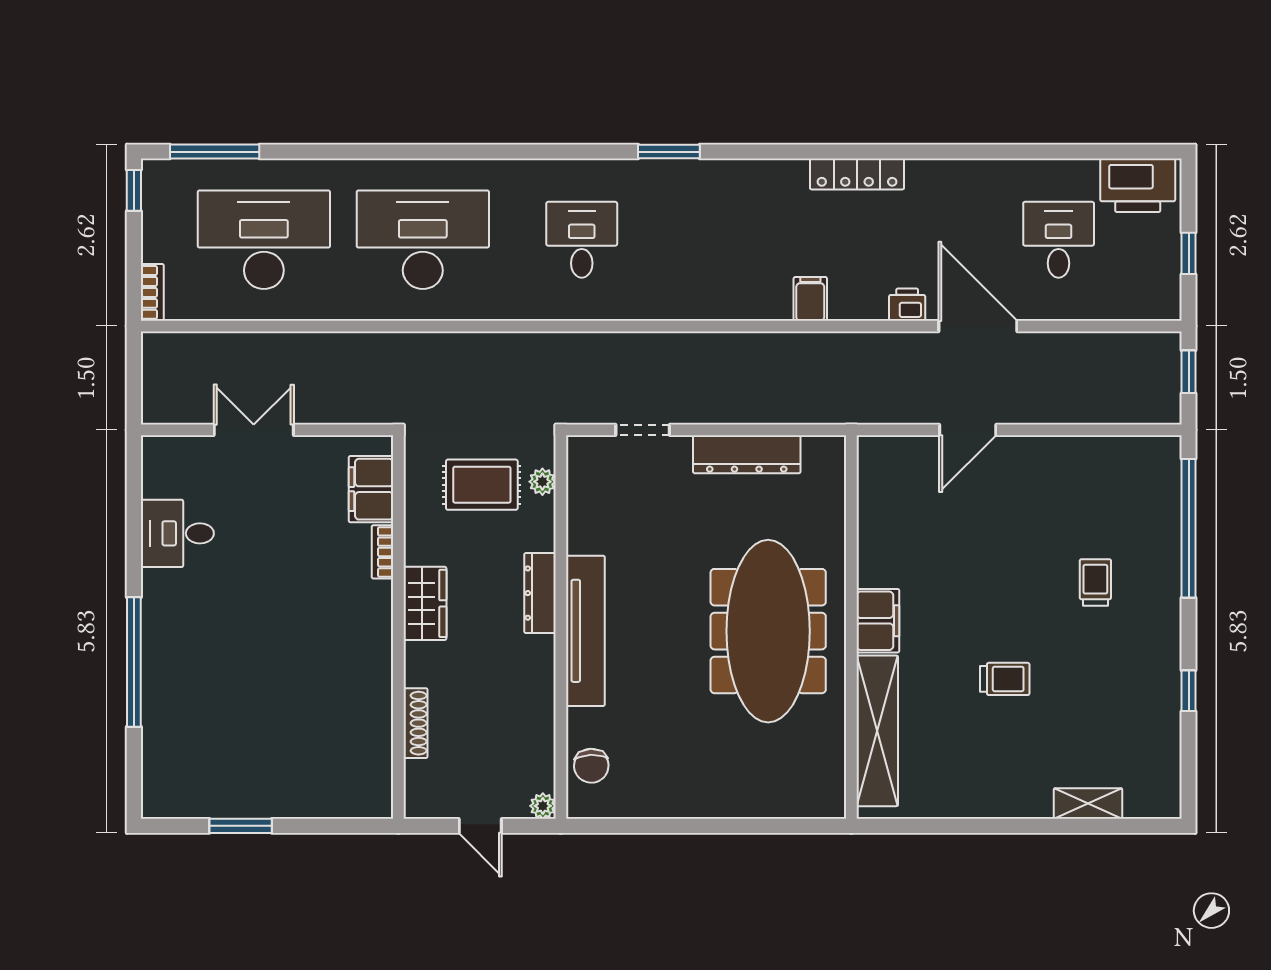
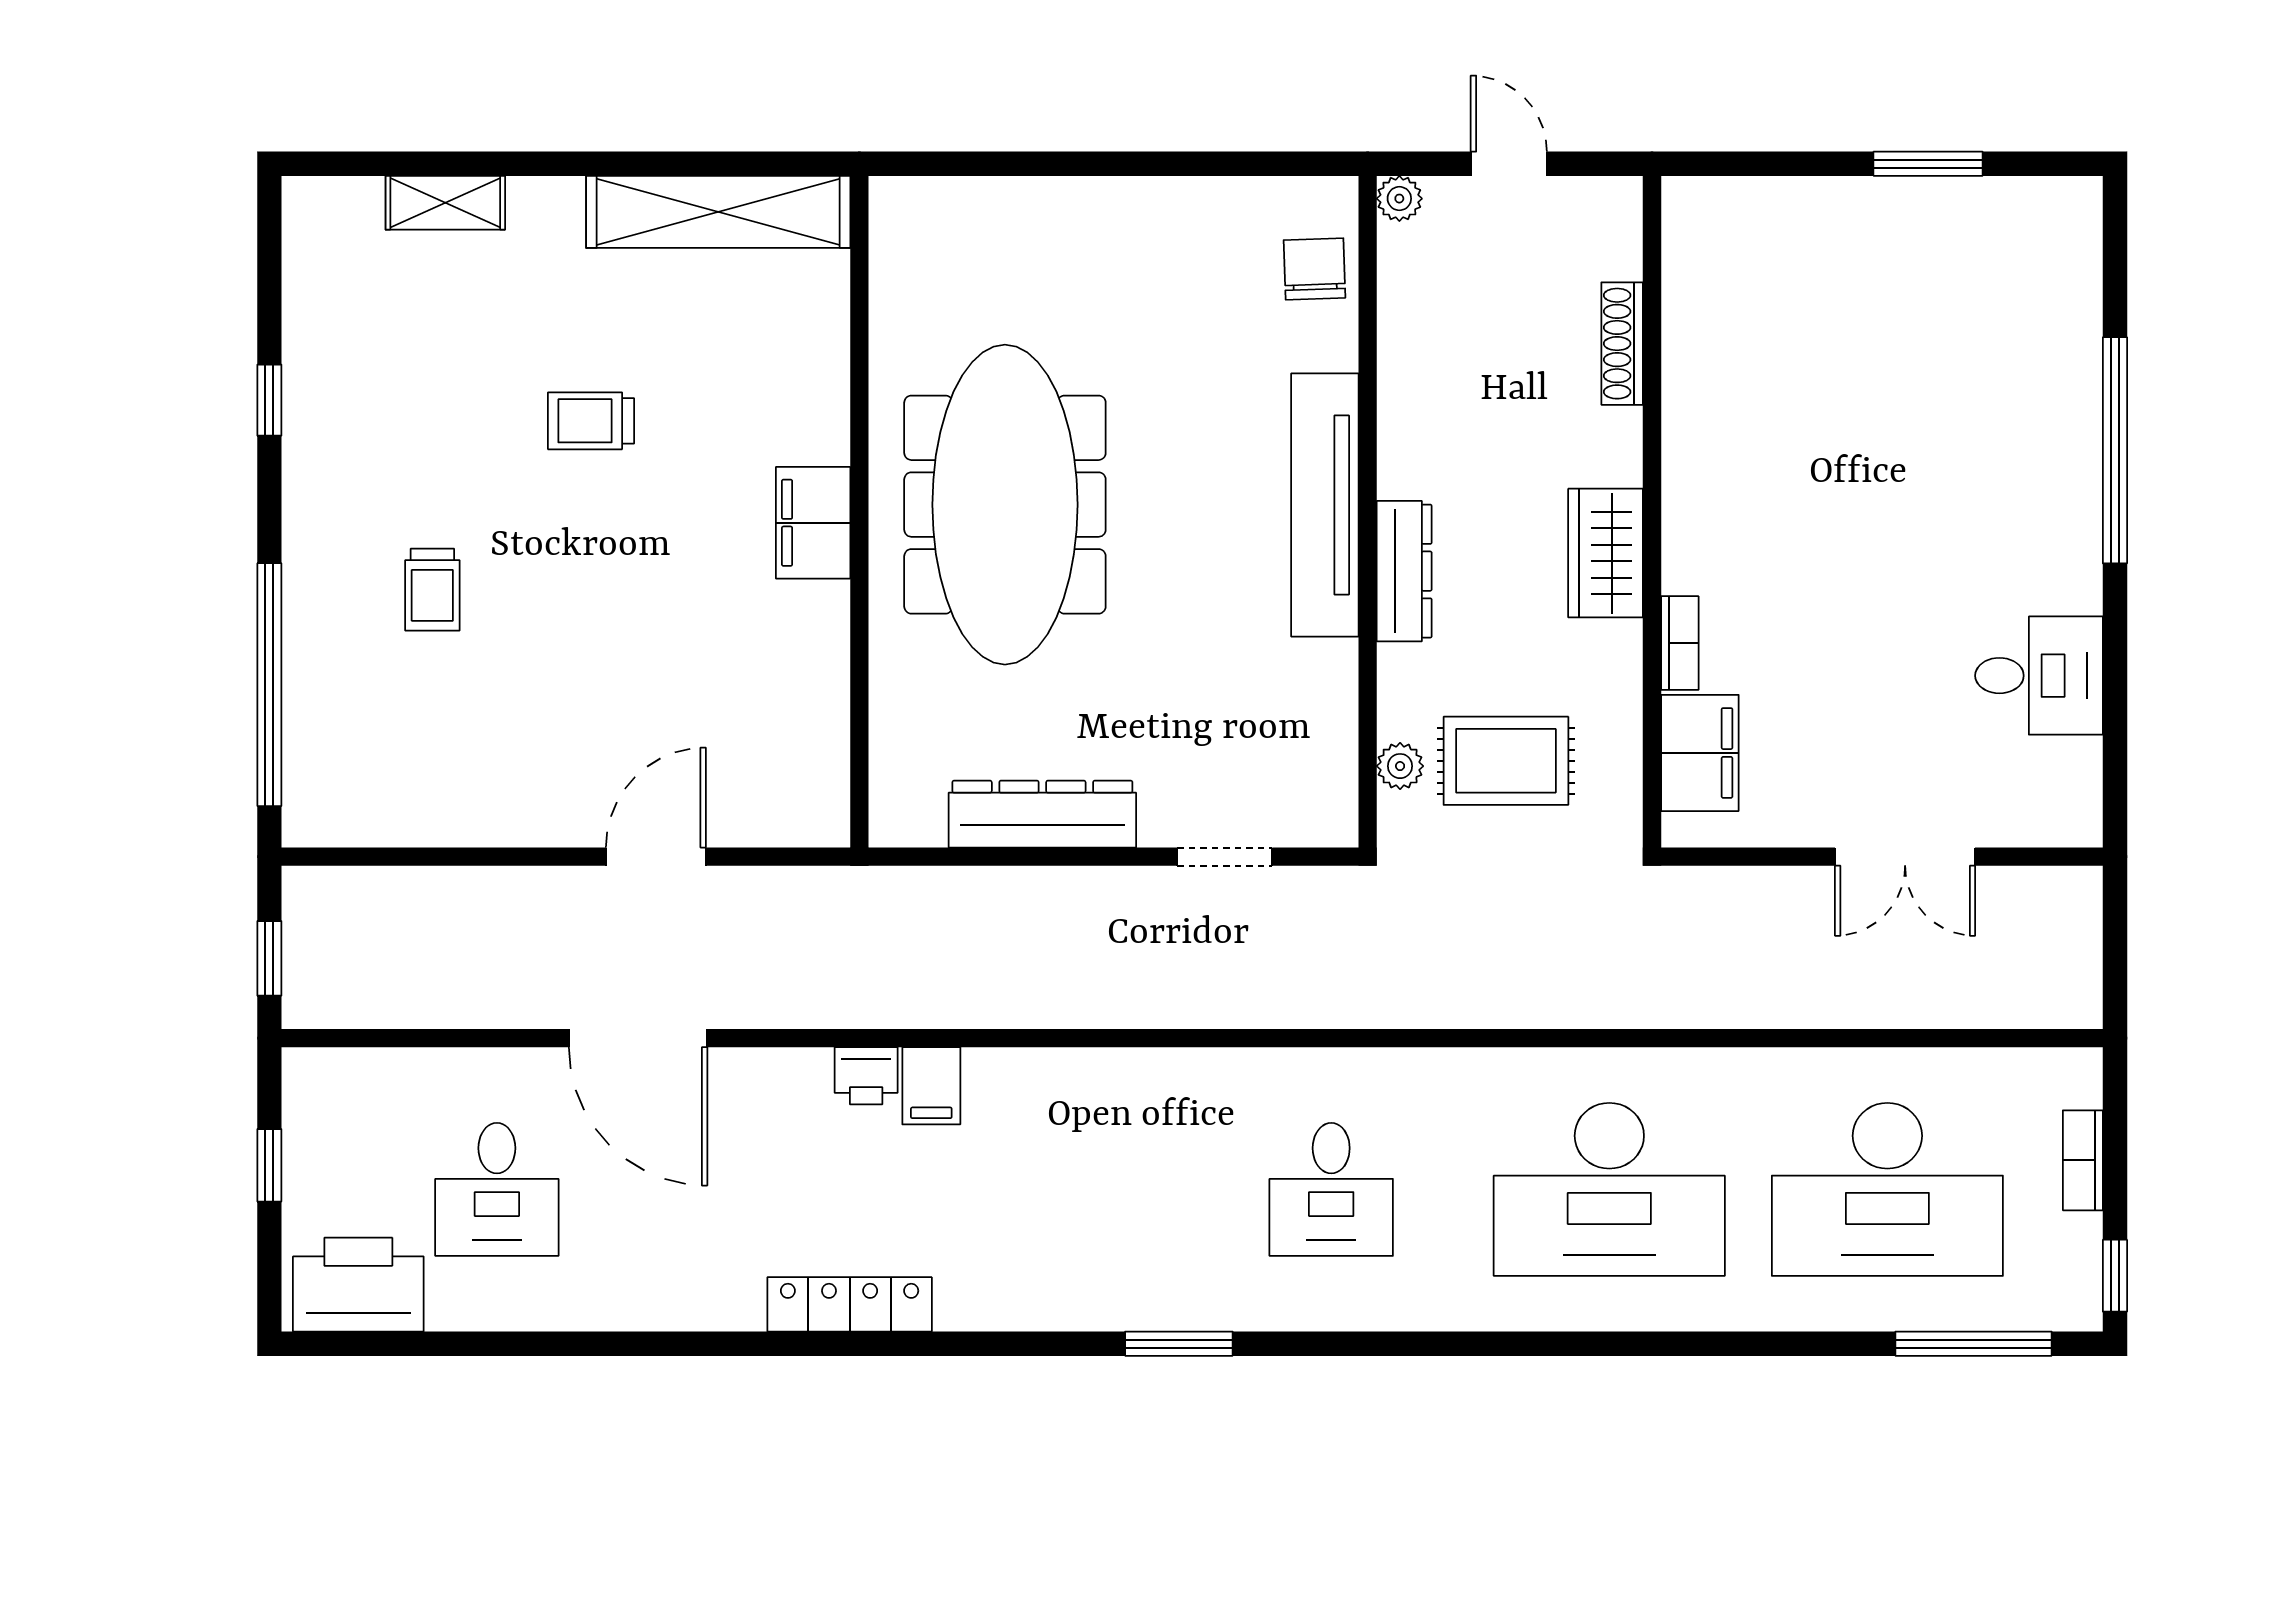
bookcase: (152, 292) -> (2083, 1160), moved
printer: (907, 305) -> (866, 1076), moved
shelving: (877, 731) -> (718, 212), moved, turned 90

